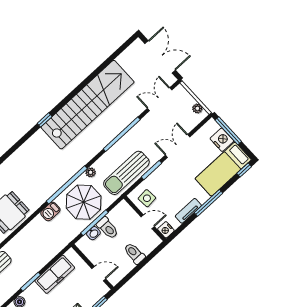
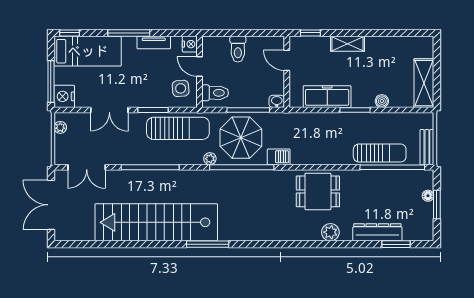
window: (45, 120) -> (208, 244), width x2.17
nightstand: (222, 140) -> (64, 96), moved
toilet: (108, 228) -> (215, 93), moved, turned 90
washbasin: (93, 233) -> (277, 101), moved

